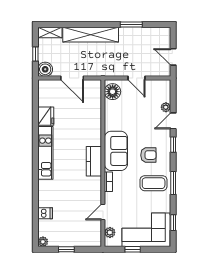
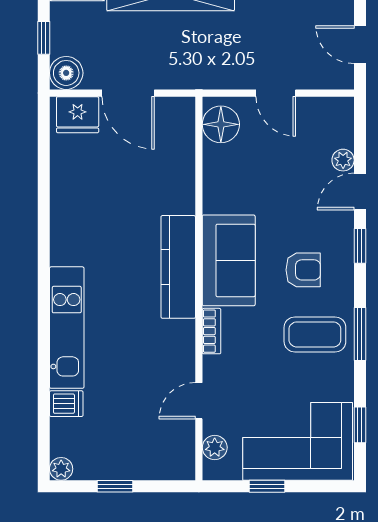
fridge: (46, 116) -> (78, 115), moved, turned 90
kitchen unit: (45, 153) -> (67, 328), moved
kitchen counter: (94, 161) -> (178, 267), width x1.50

